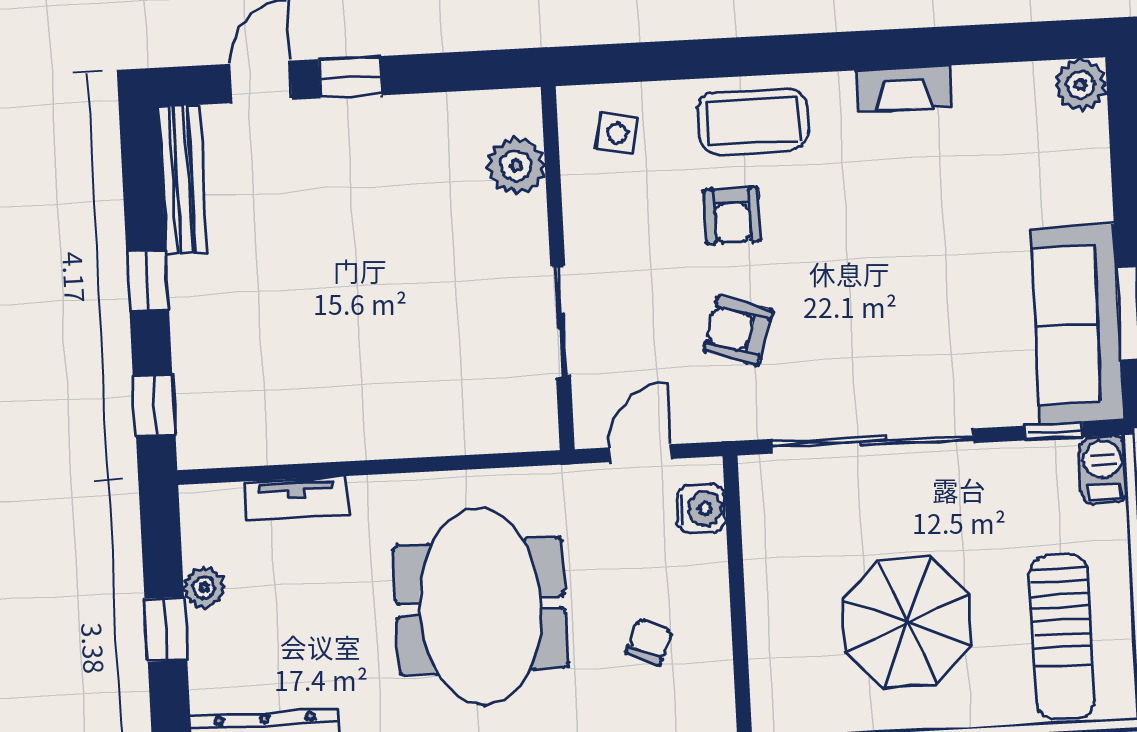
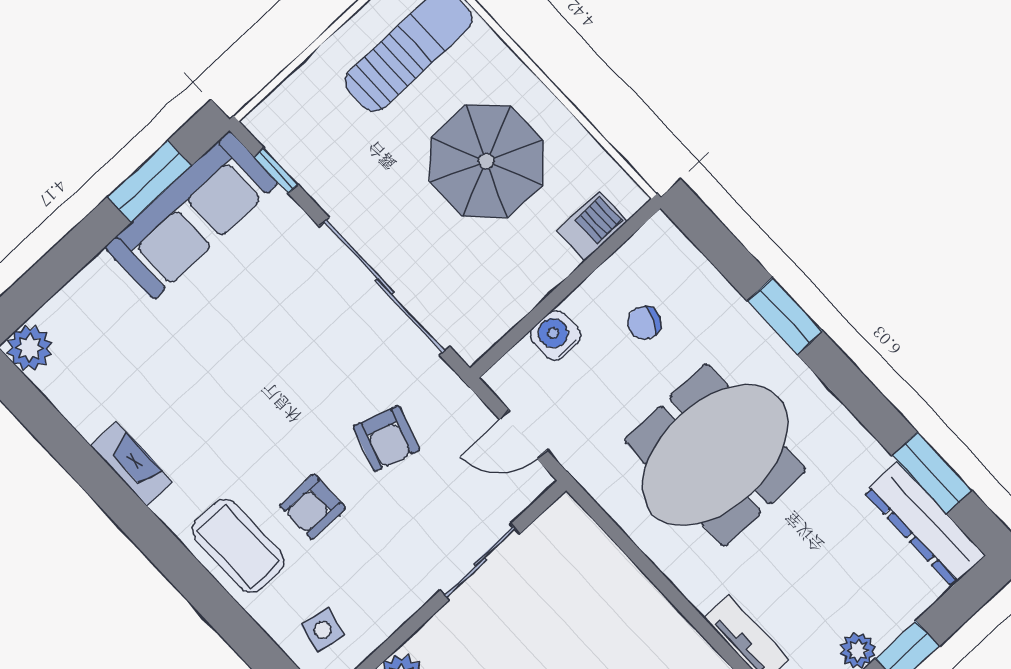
armchair: (732, 216) -> (313, 507), turned 180
barbecue: (1103, 470) -> (592, 226), moved, turned 180
water cooler: (701, 509) -> (555, 336), moved

